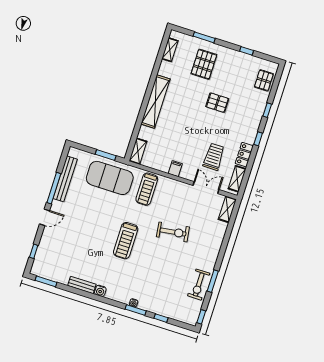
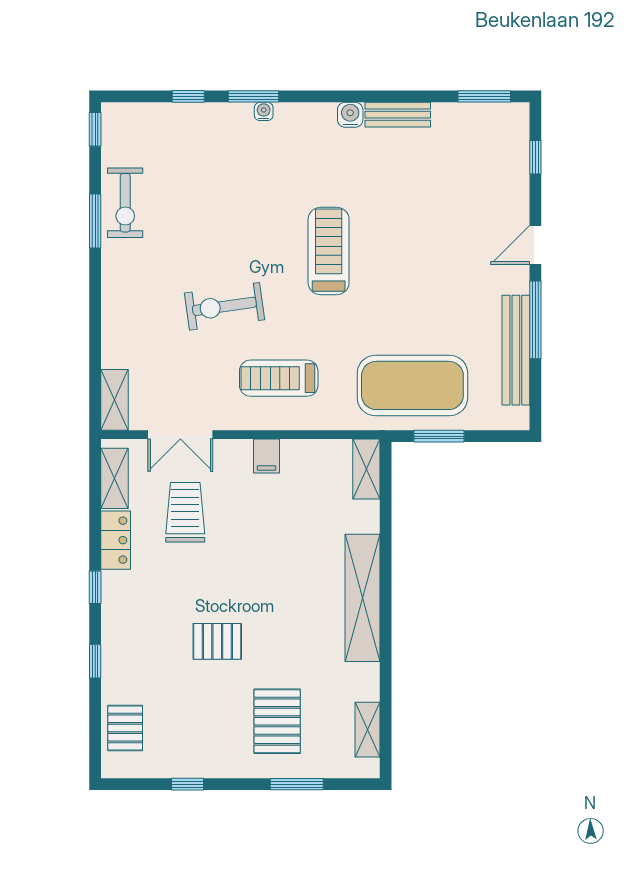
trolley: (214, 157) -> (185, 512), turned 180
treadmill: (147, 189) -> (279, 378), moved, turned -90
exercise bike: (199, 285) -> (125, 203), turned 180

